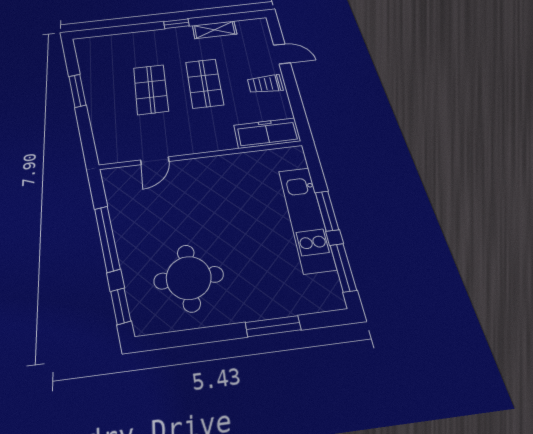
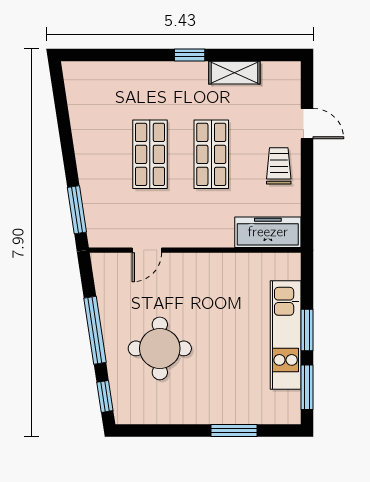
trolley: (265, 84) -> (279, 166), turned 90
window: (77, 91) -> (77, 210), moved
round table: (189, 278) -> (160, 348), moved

